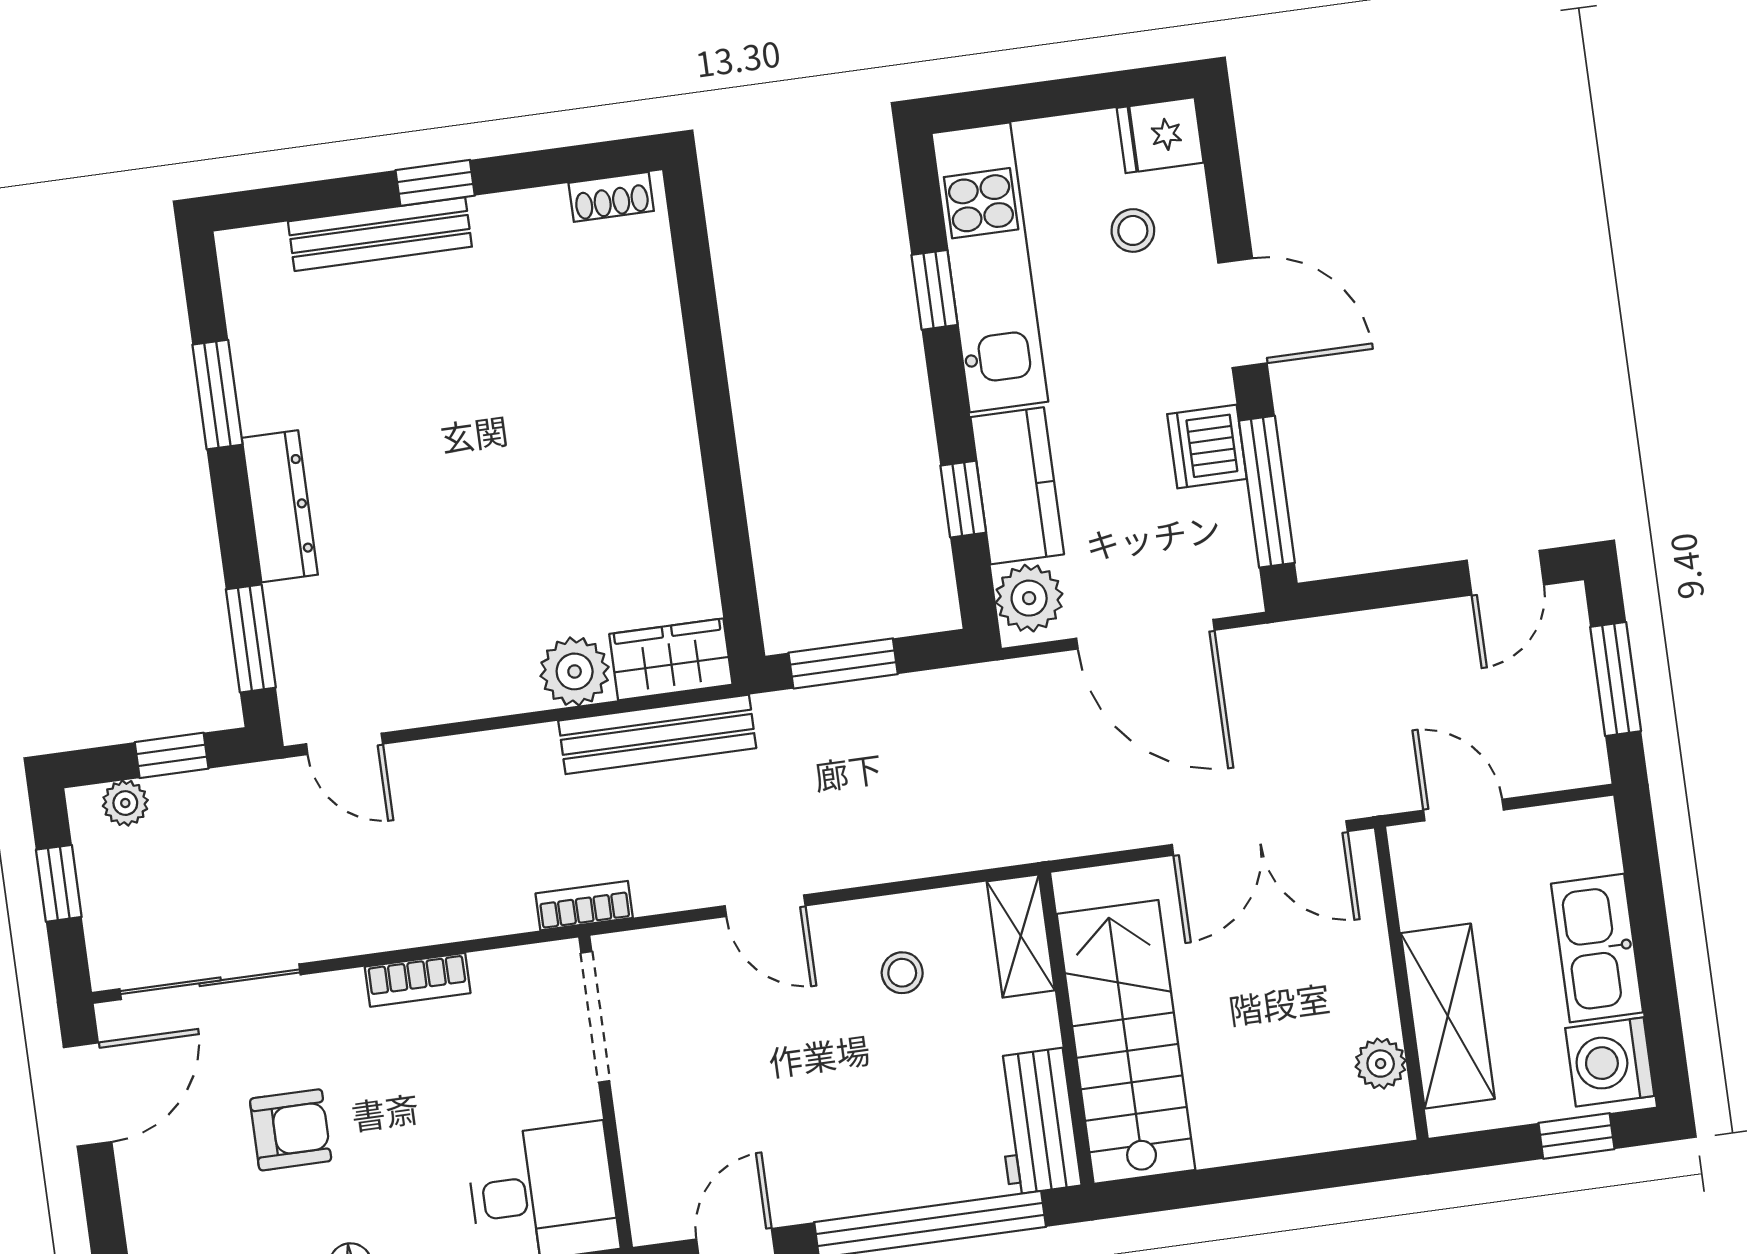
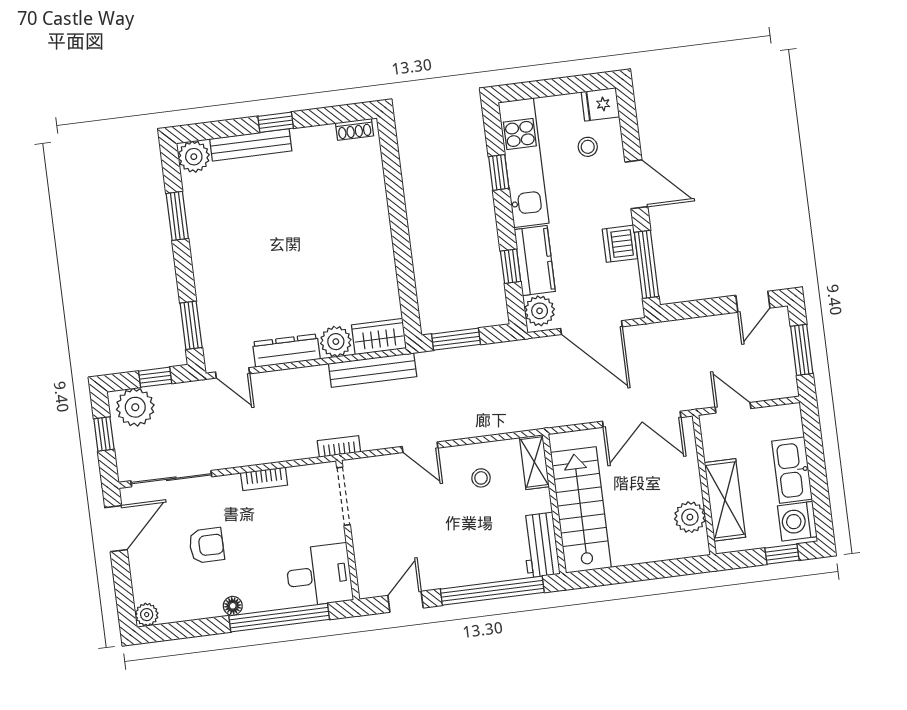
plant: (253, 262) -> (194, 157), added
dresser: (280, 506) -> (286, 351), moved, turned -90
plant: (125, 803) -> (135, 407), width x1.87, depth x1.87
plant: (1381, 1064) -> (690, 517), width x1.38, depth x1.38

